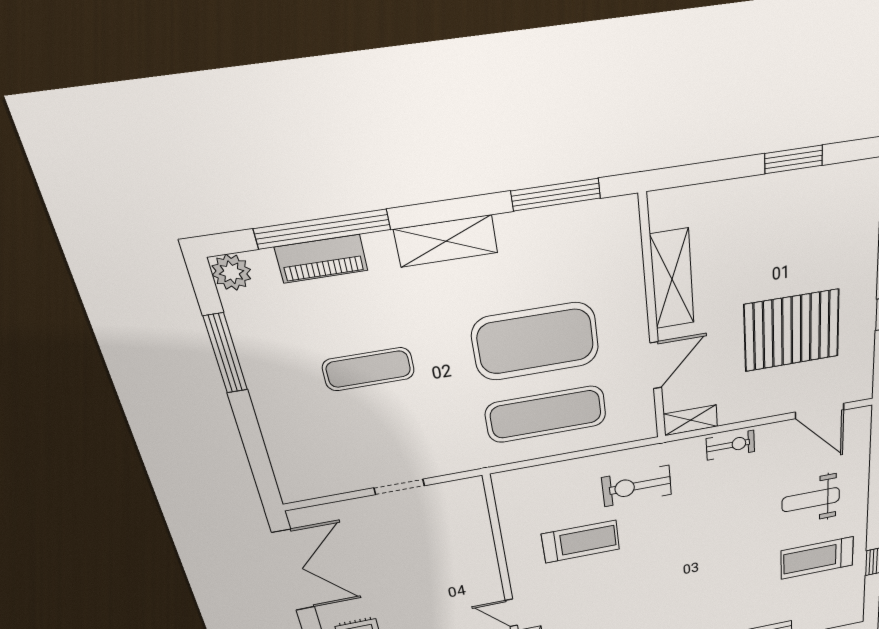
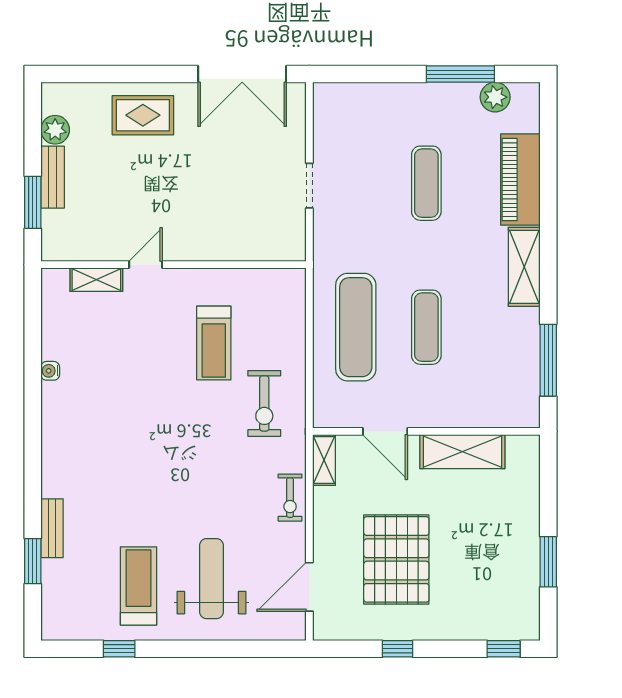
window: (323, 229) -> (548, 174), removed
piano: (321, 259) -> (520, 180), width x1.37, depth x1.33
plant: (231, 272) -> (495, 97), moved
exercise mat: (536, 341) -> (426, 327), width x0.50, depth x0.69
exercise bike: (637, 486) -> (264, 403), turned 180
weight bench: (811, 500) -> (211, 579), width x1.36, depth x1.33

